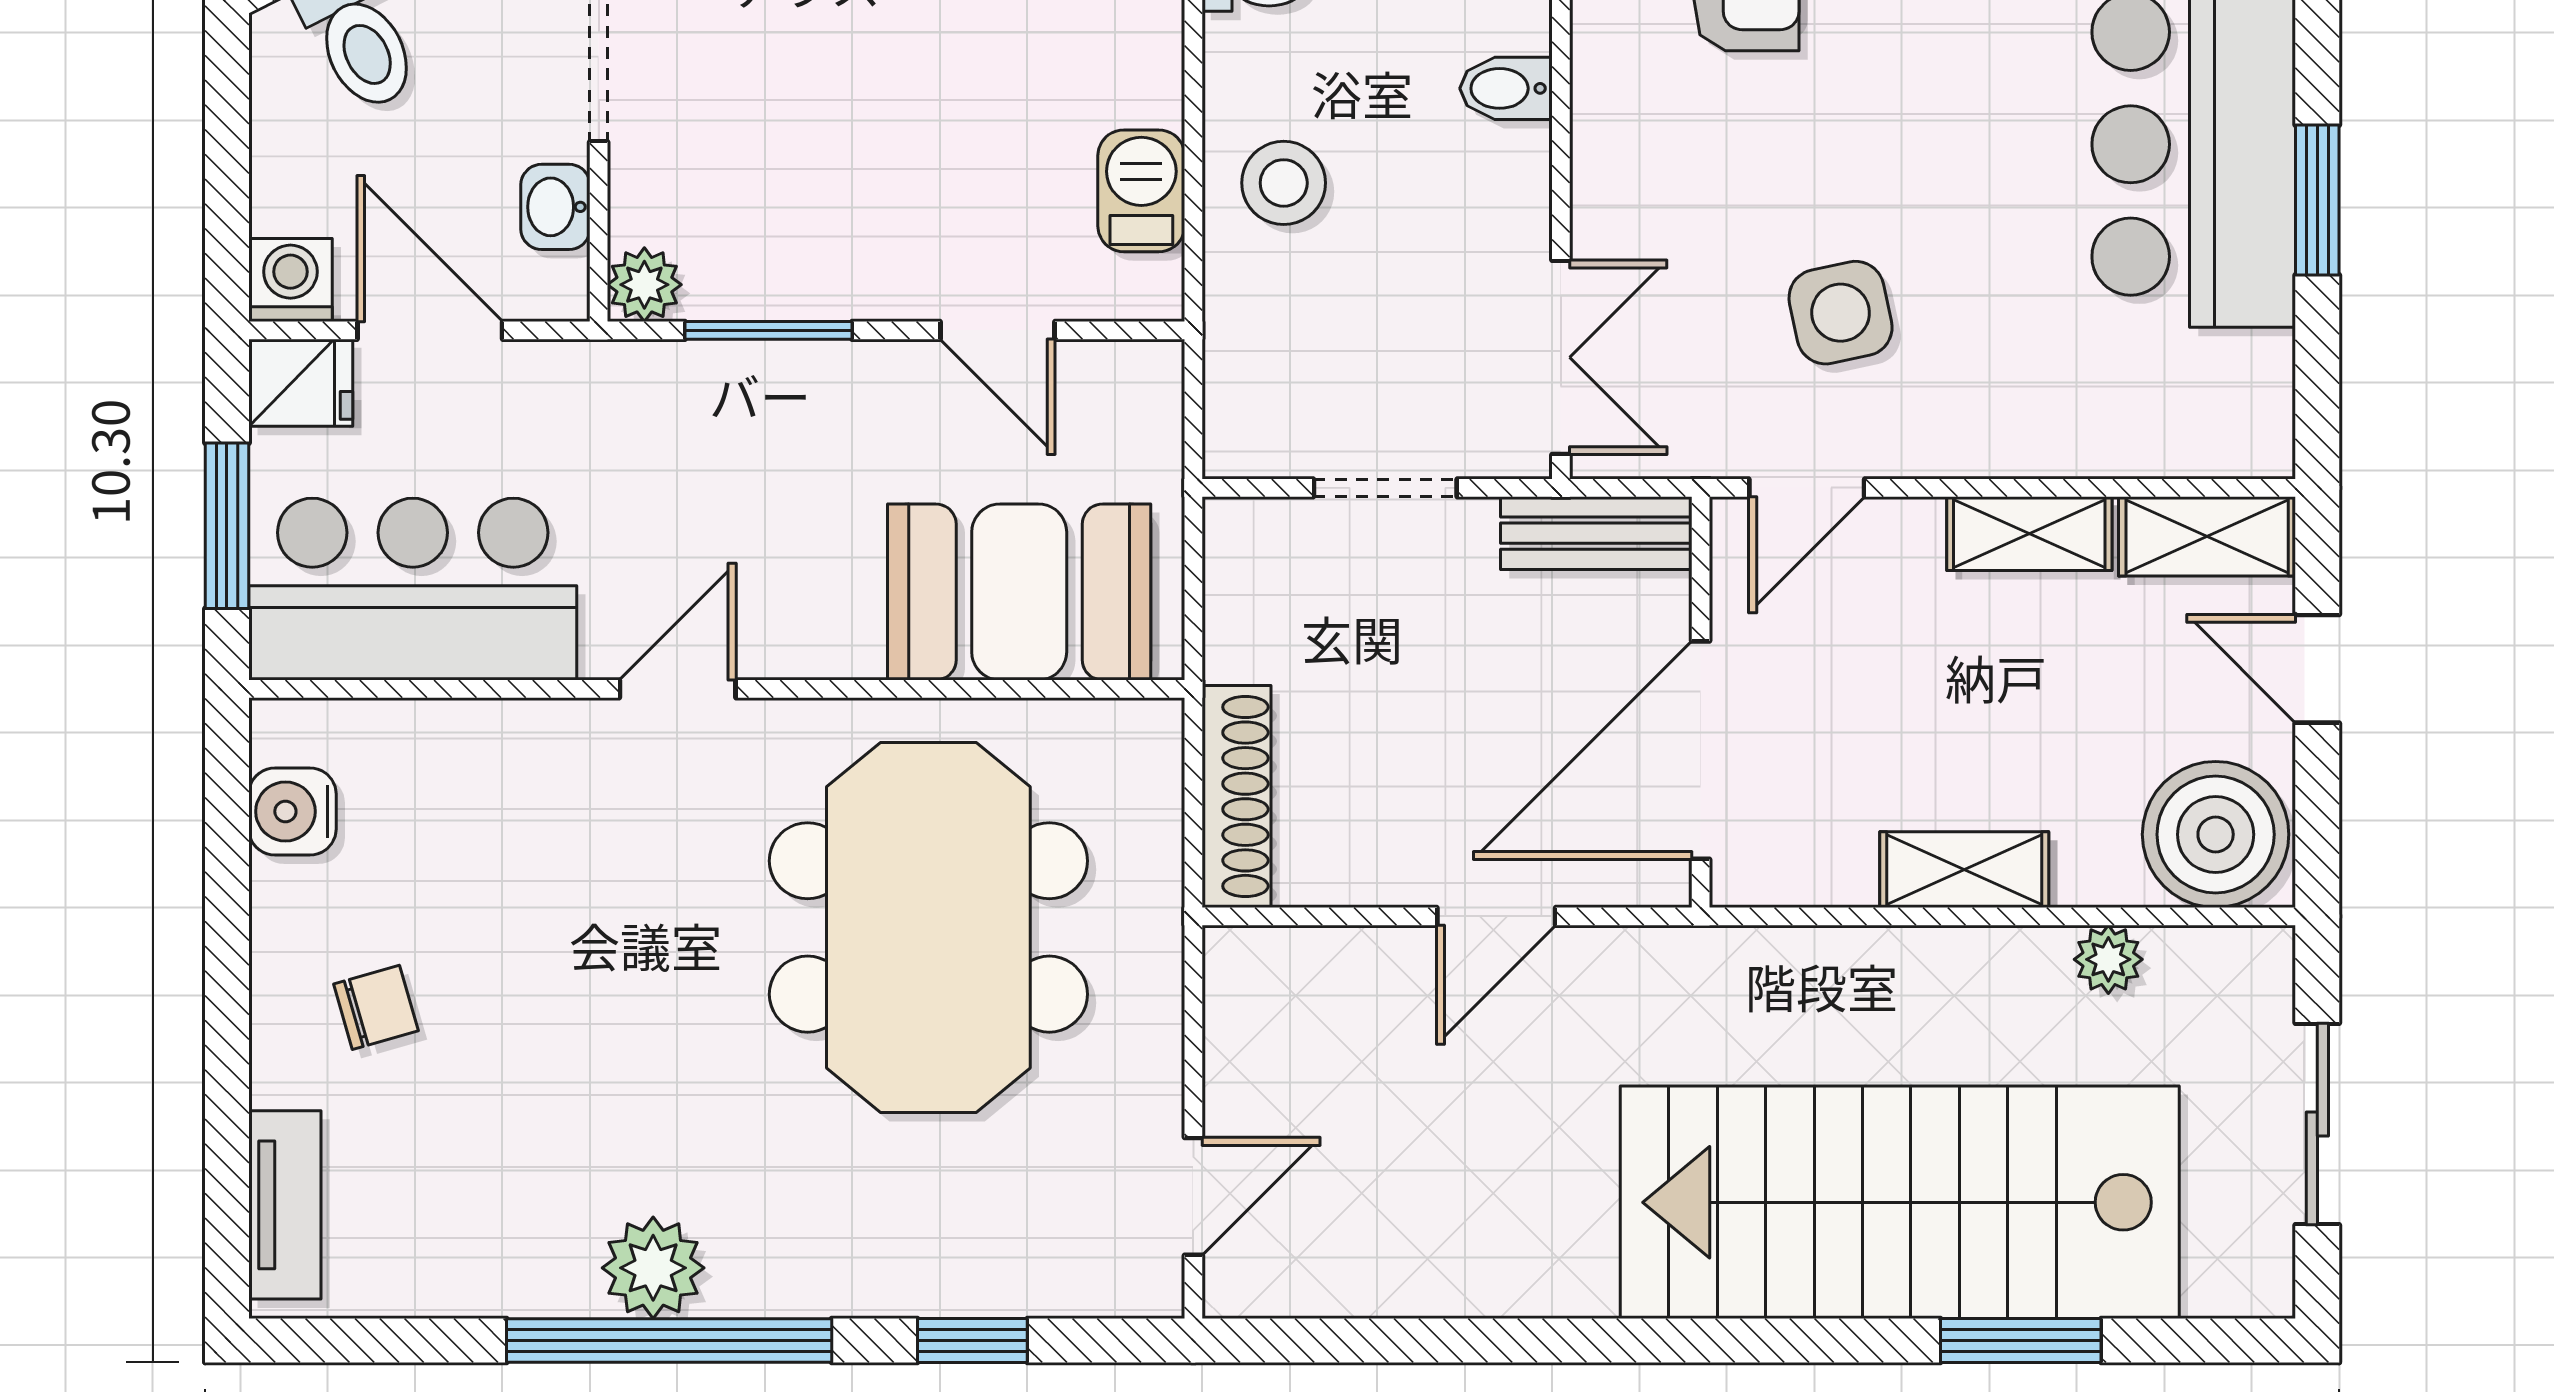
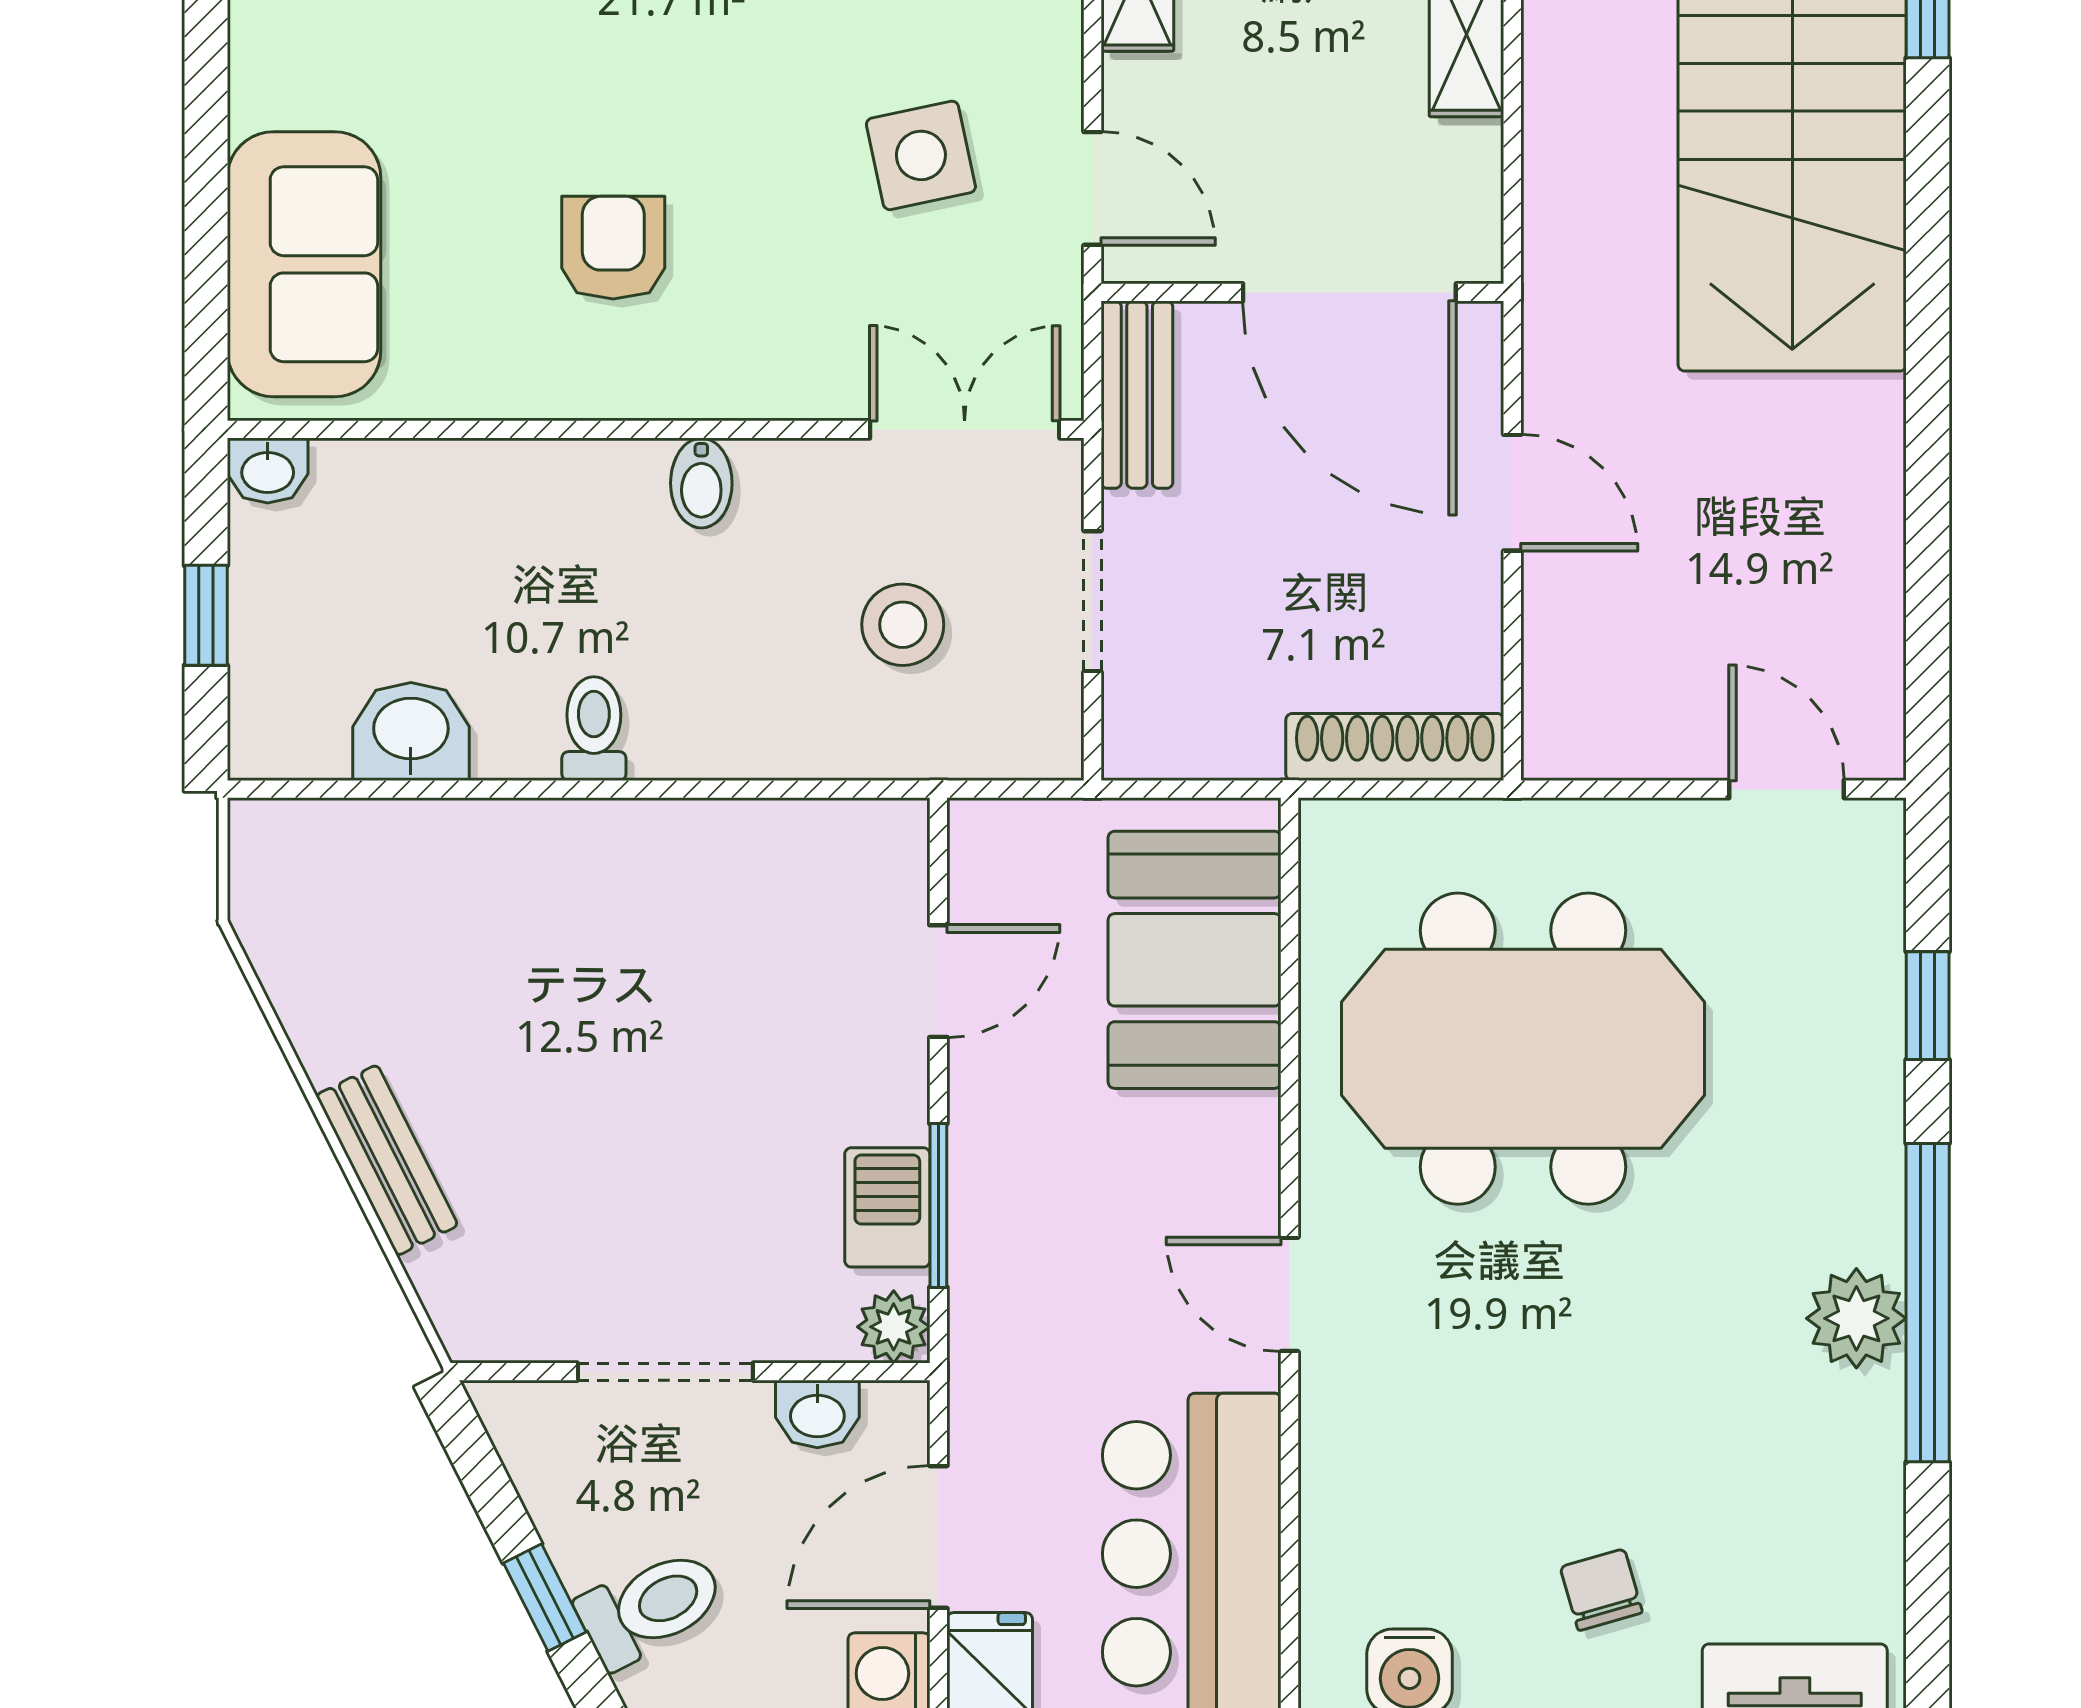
stool: (1284, 183) -> (903, 625), moved
barbecue: (1141, 191) -> (887, 1207), moved, turned 90

